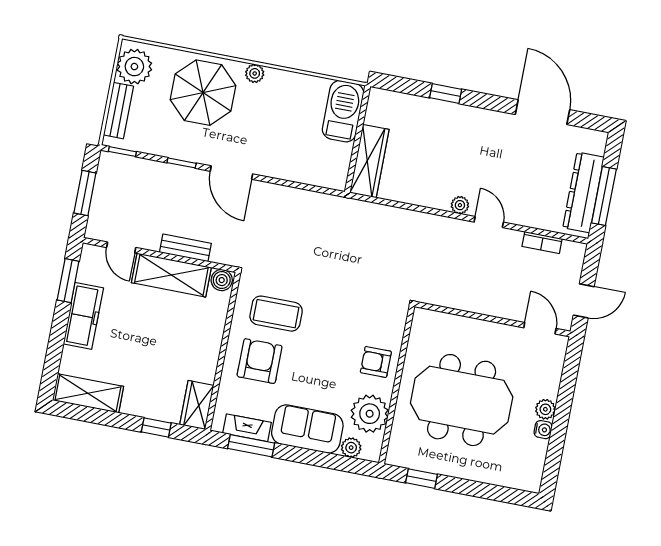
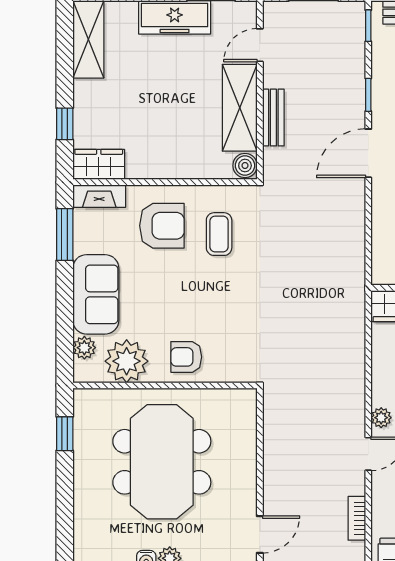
coffee table: (276, 314) -> (219, 234), width x0.73, depth x0.77
armchair: (376, 362) -> (186, 357), turned -90
fireplace: (247, 428) -> (99, 196), moved, turned 90

